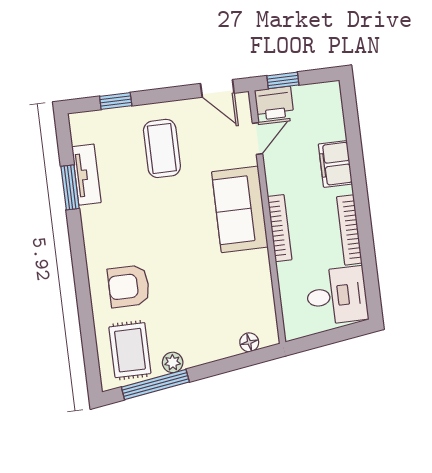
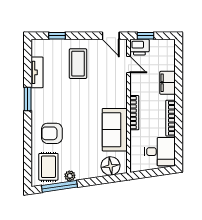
door: (257, 138) -> (128, 65), hinge flipped
window: (70, 187) -> (28, 99), moved
sofa: (240, 209) -> (115, 130), moved
floor lamp: (249, 342) -> (110, 166), width x1.89, depth x1.89

